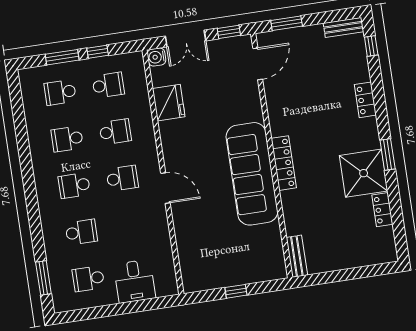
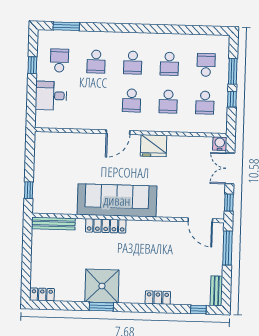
window: (287, 23) -> (228, 248), width x1.44
fridge: (169, 103) -> (154, 146), moved
school desk: (67, 139) -> (169, 64), turned 180
window: (388, 155) -> (101, 307), moved
locker: (284, 163) -> (106, 226), moved
school desk: (74, 186) -> (133, 63), turned 180
locker: (382, 210) -> (42, 294), moved
bench: (297, 256) -> (53, 224), width x1.36
window: (236, 291) -> (29, 190), moved
window: (101, 312) -> (32, 65), added

